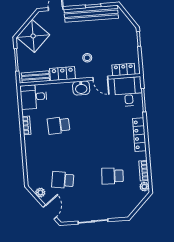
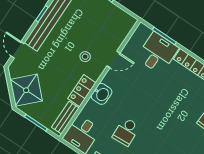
locker: (123, 70) -> (122, 32), removed
washbasin: (81, 88) -> (102, 94), moved
desk: (128, 92) -> (157, 53), moved, turned 90

